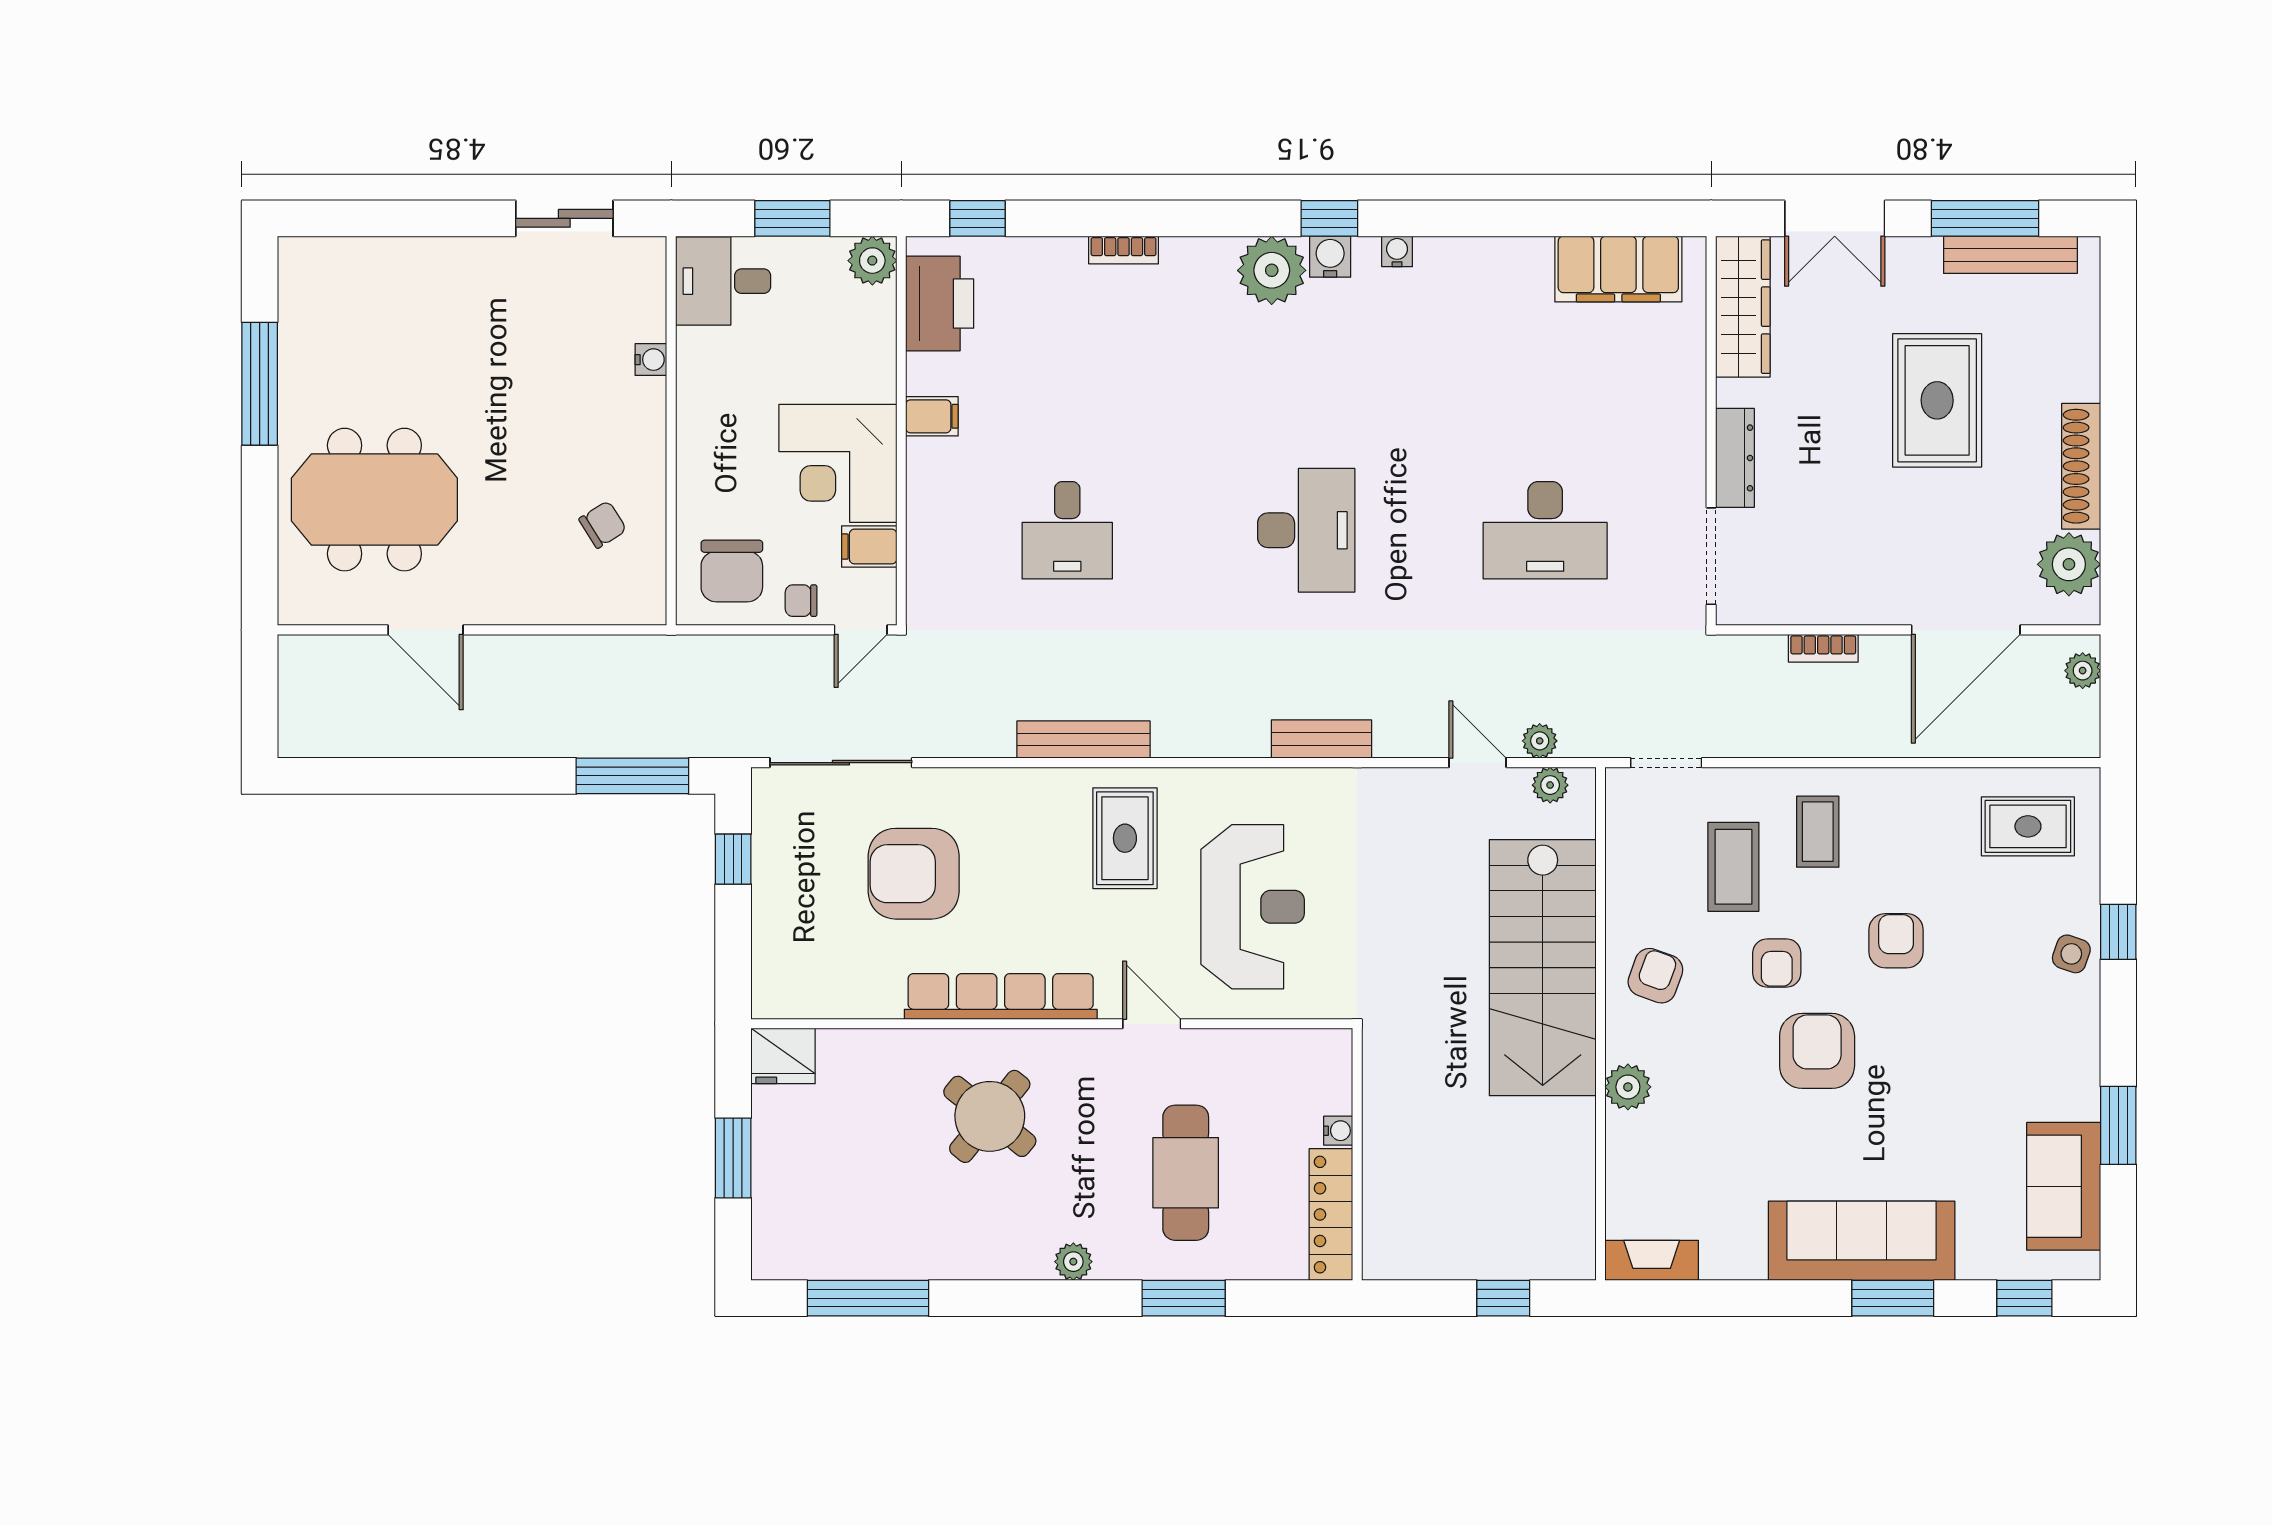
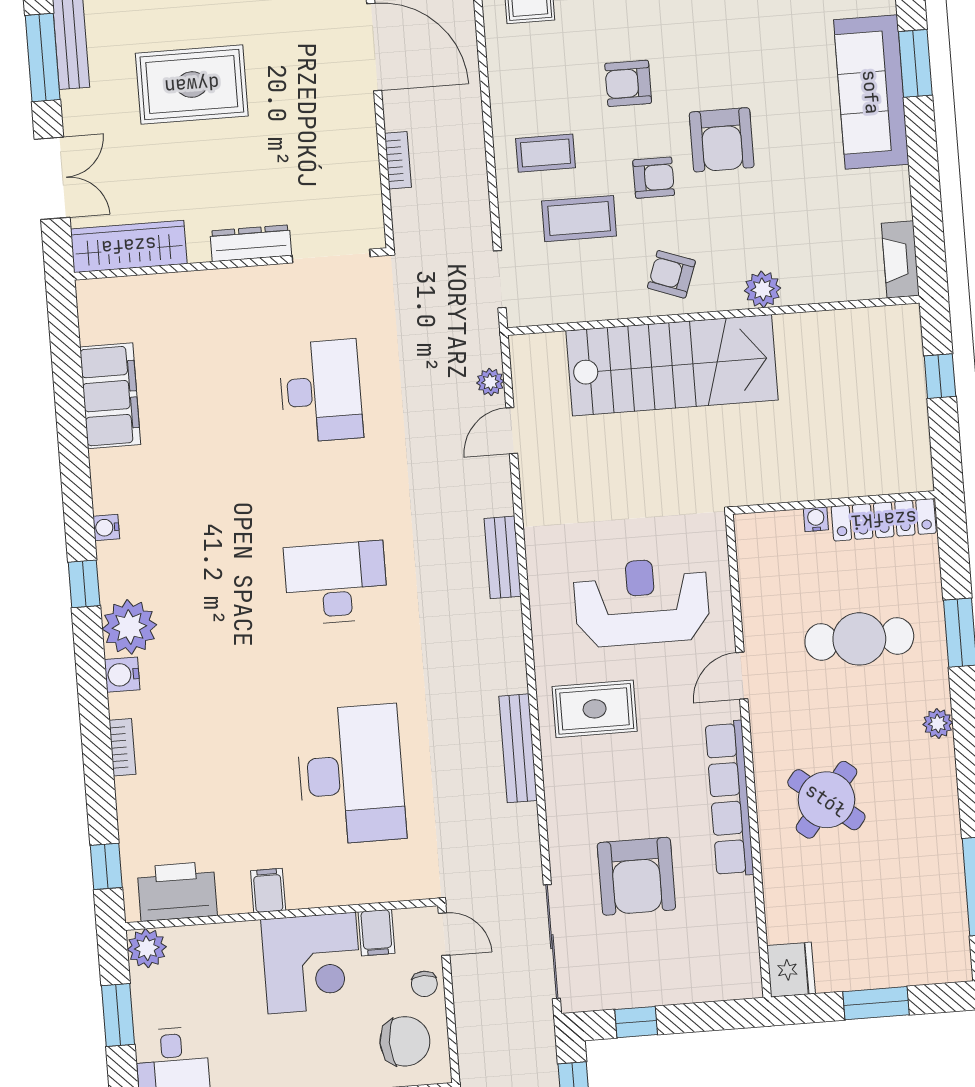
water cooler: (1330, 257) -> (122, 675), moved
filing cabinet: (1618, 269) -> (110, 396), moved
desk: (1067, 530) -> (351, 775), width x1.87, depth x1.30
plant: (1550, 785) -> (525, 371), removed
armchair: (1817, 1051) -> (722, 140), turned -90

